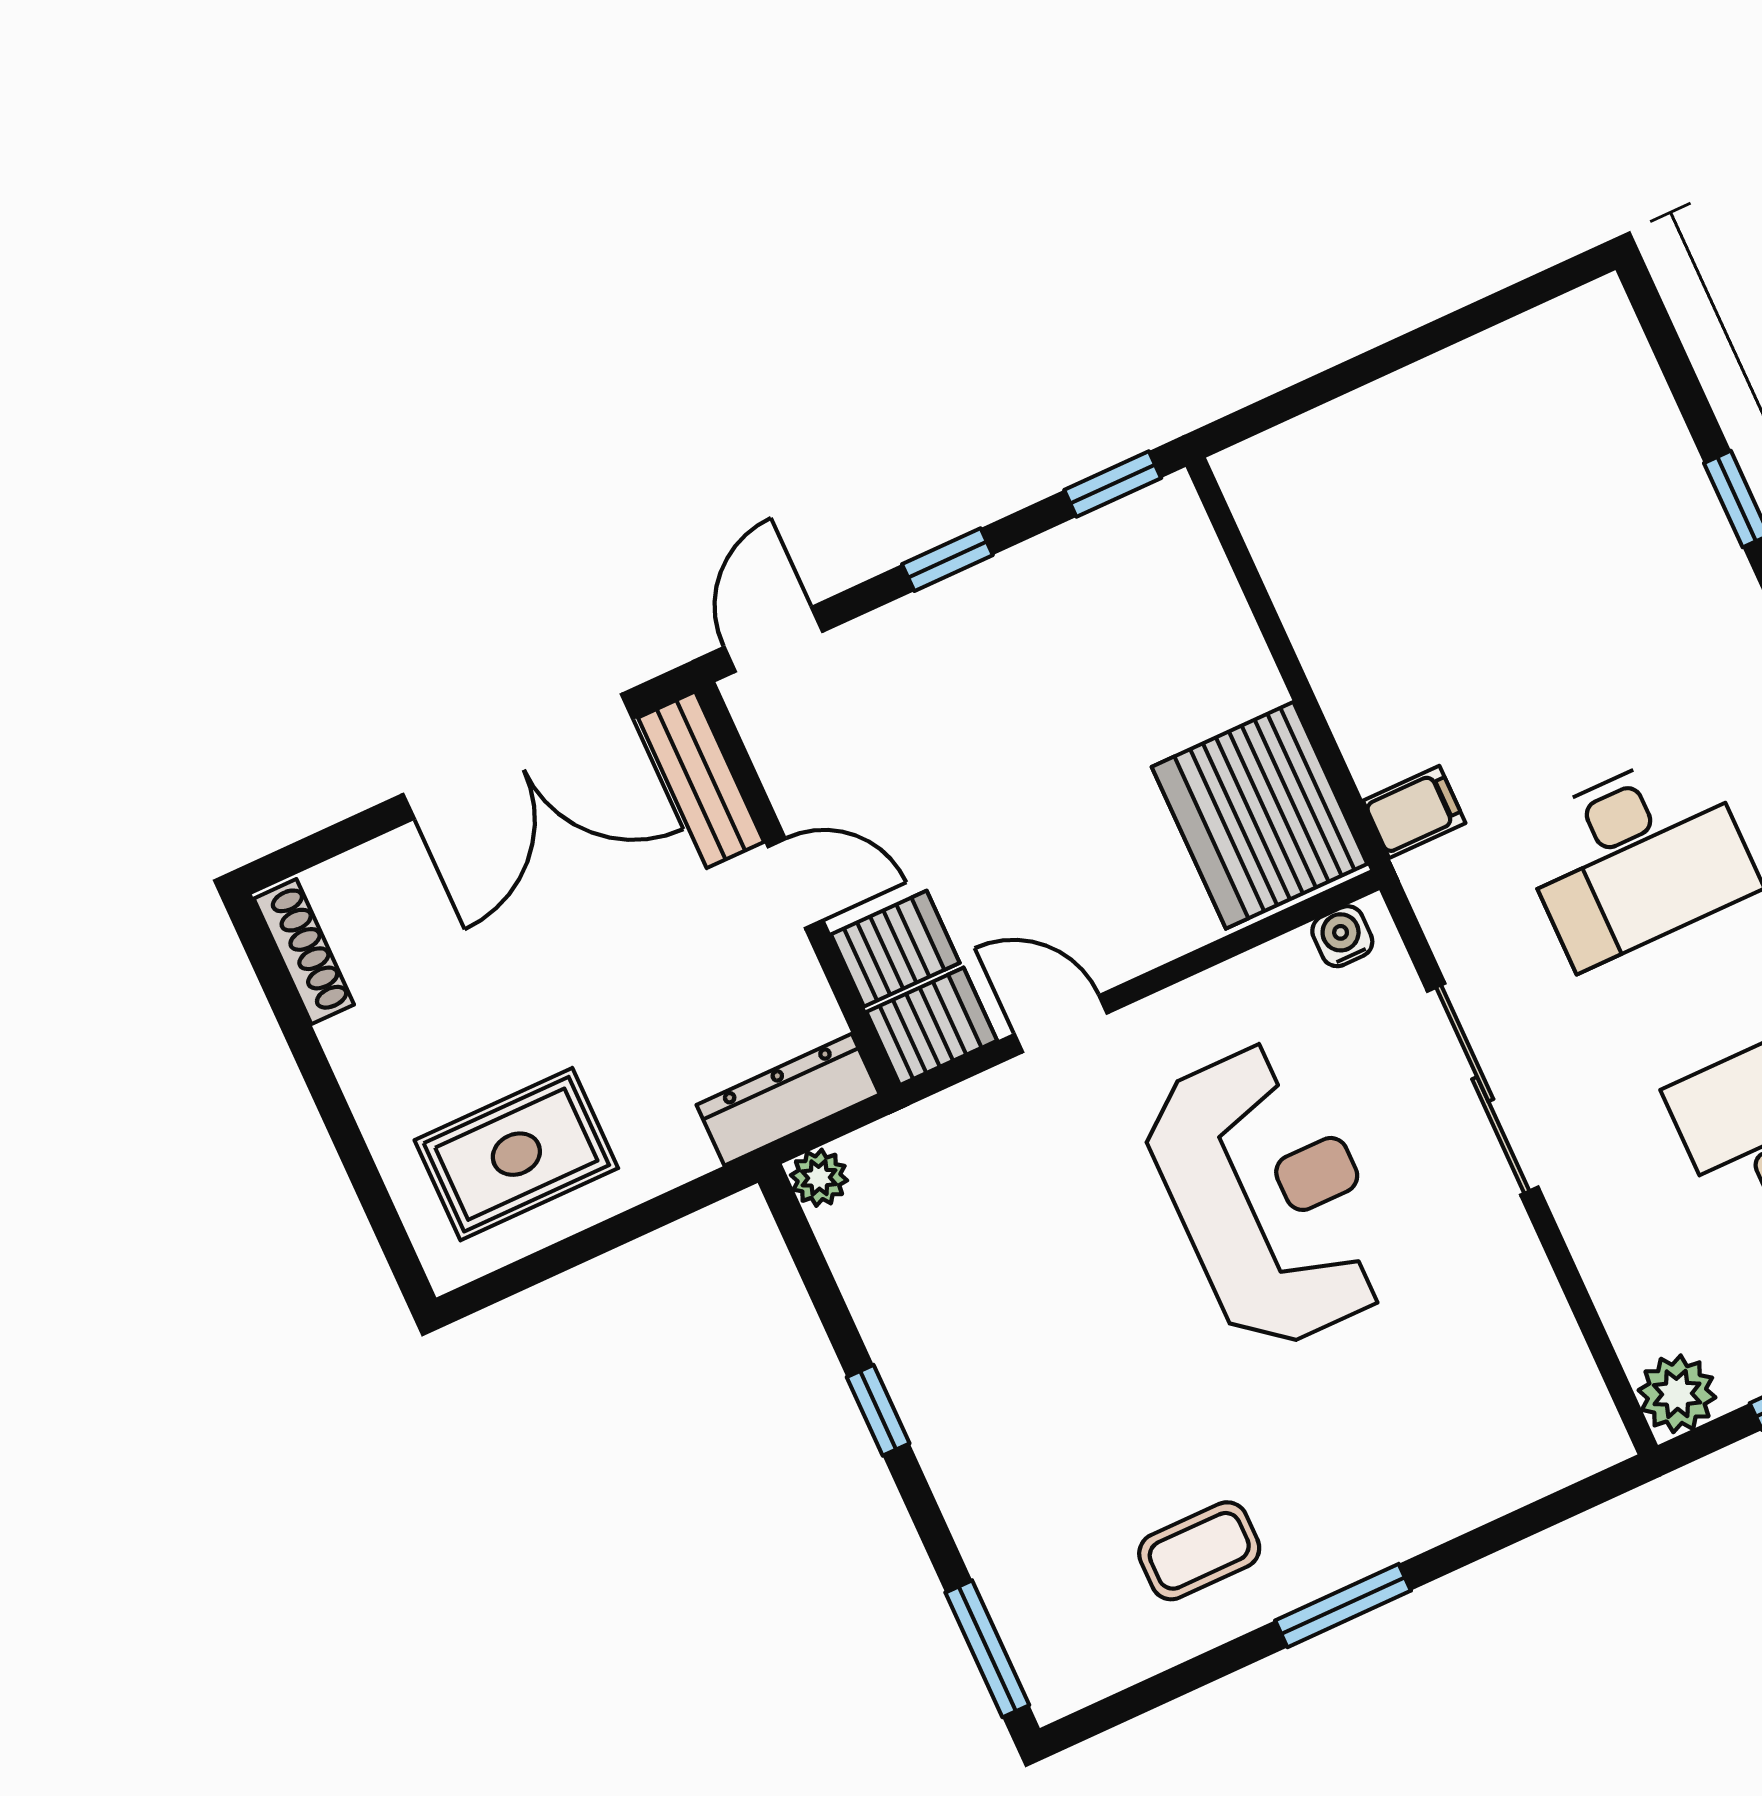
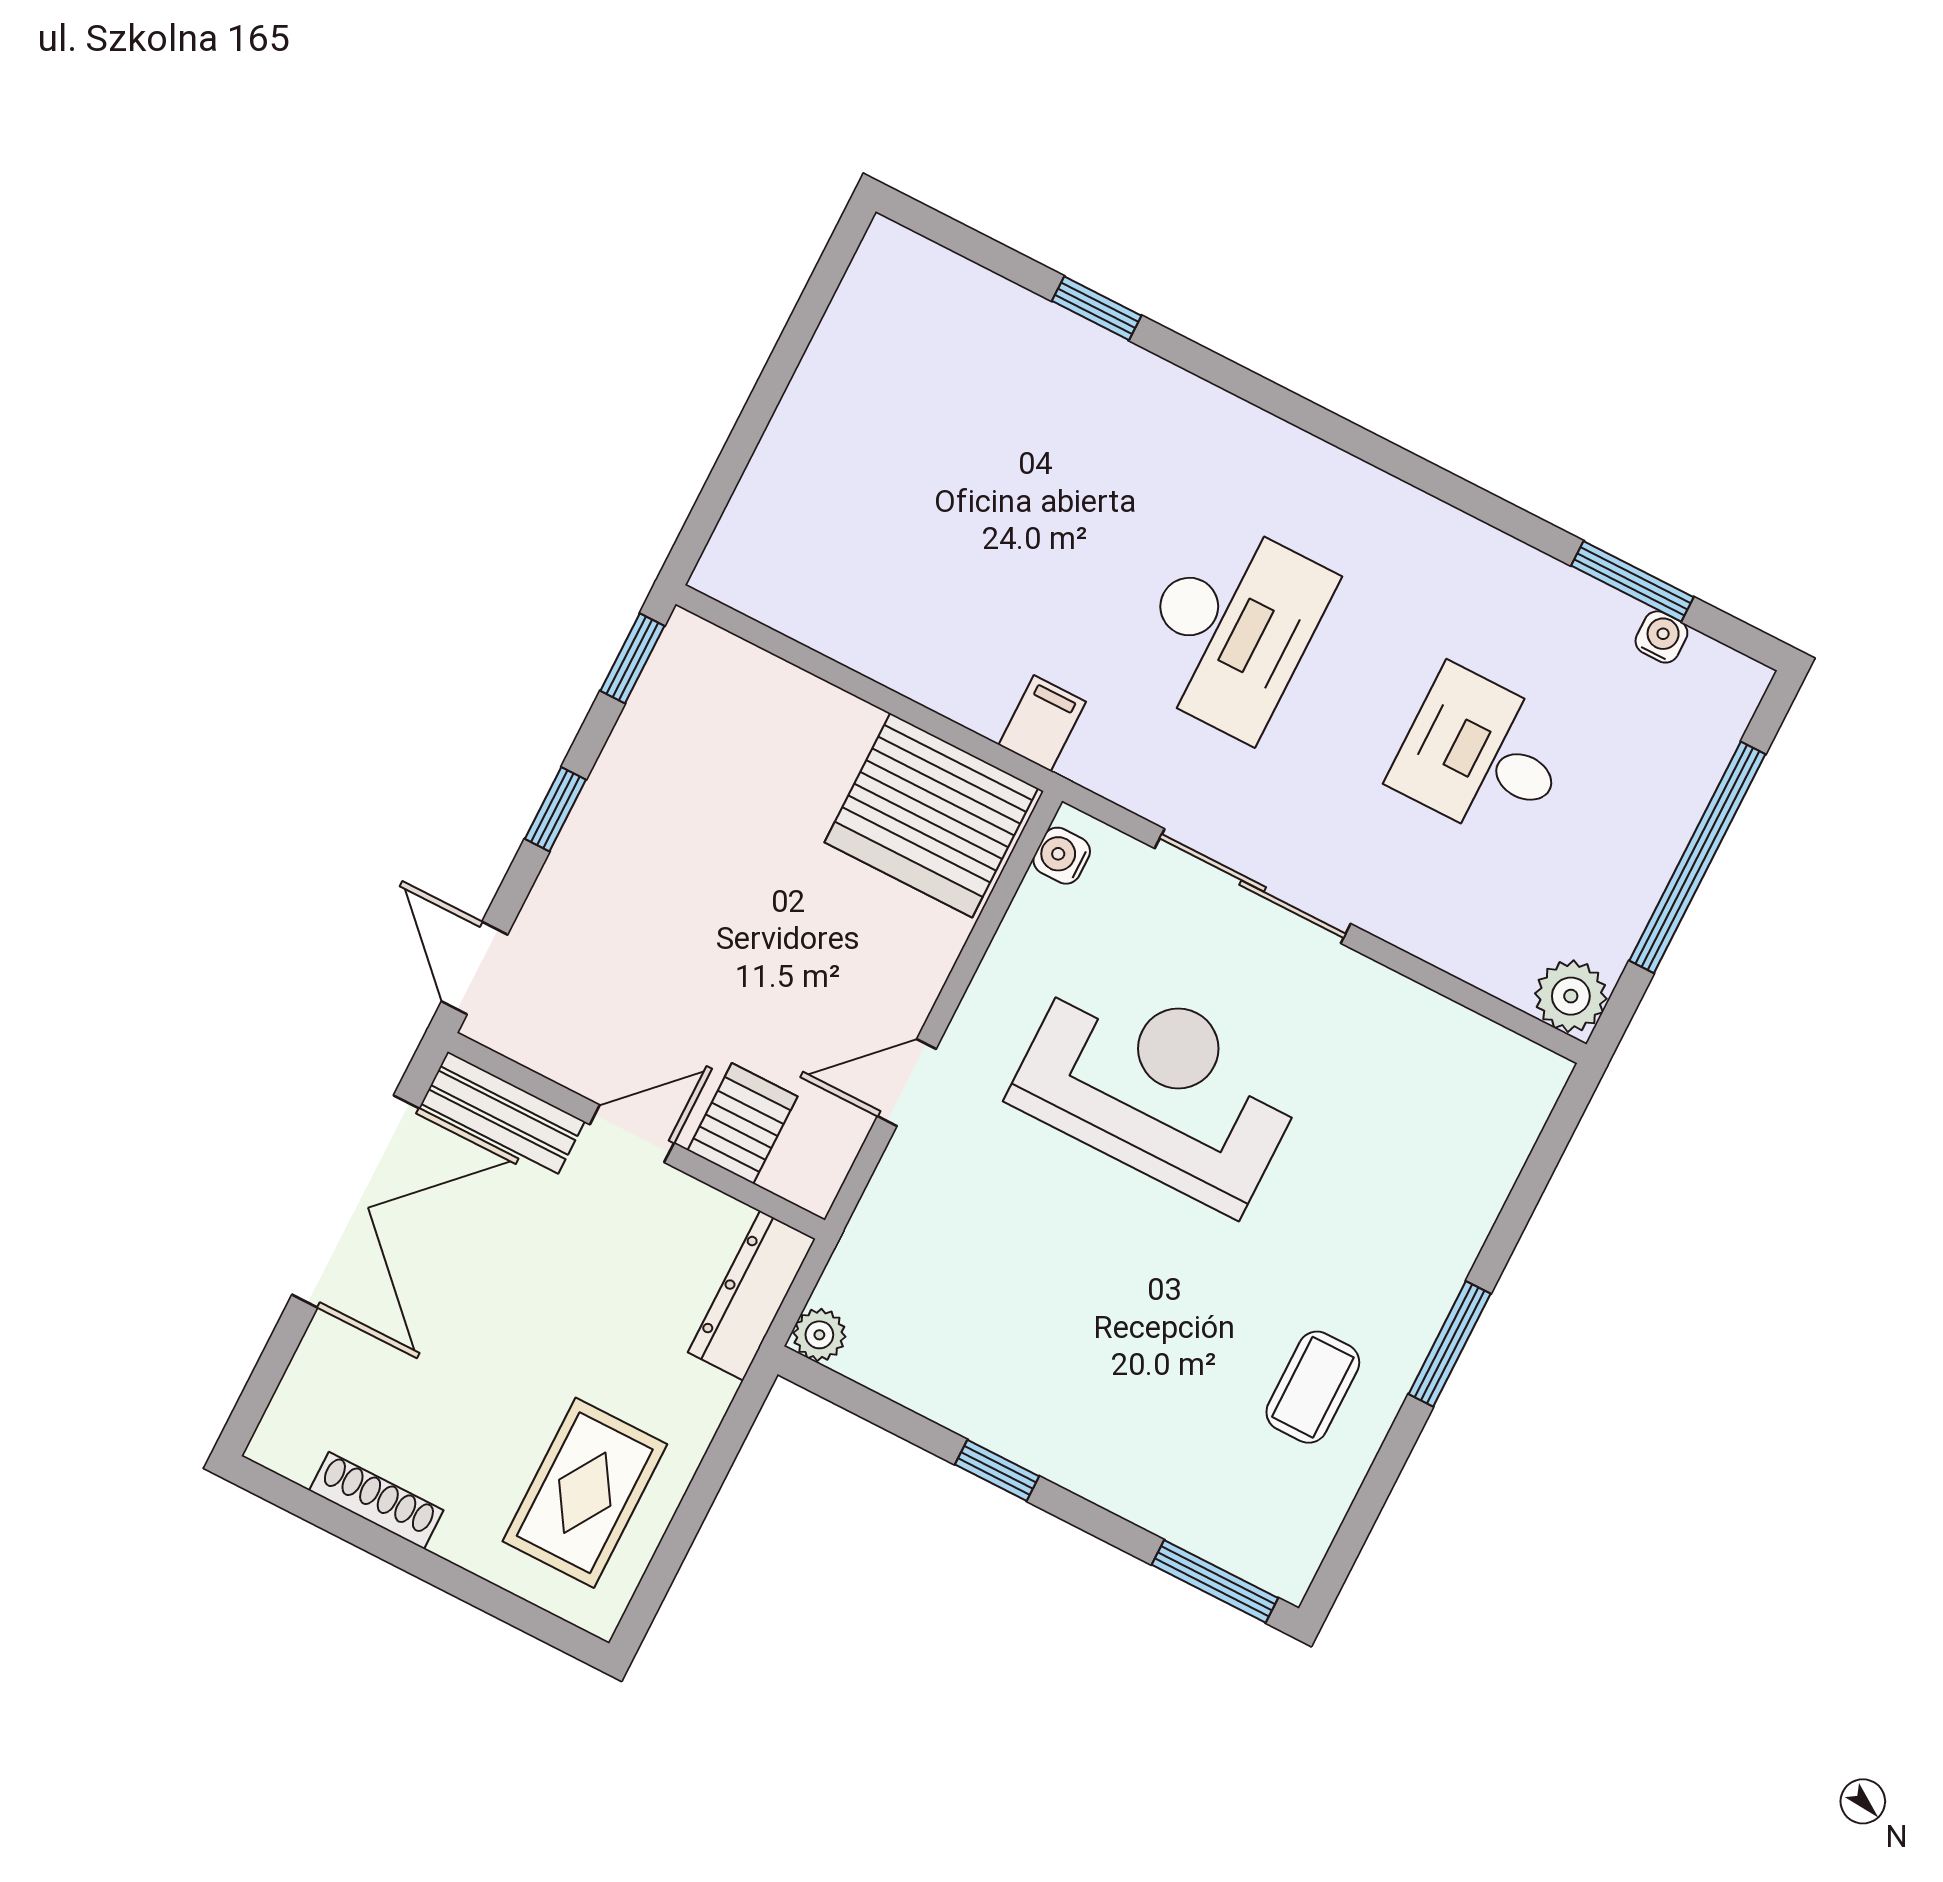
shoe rack: (304, 952) -> (376, 1500), moved
server rack: (932, 1026) -> (814, 1159), removed

